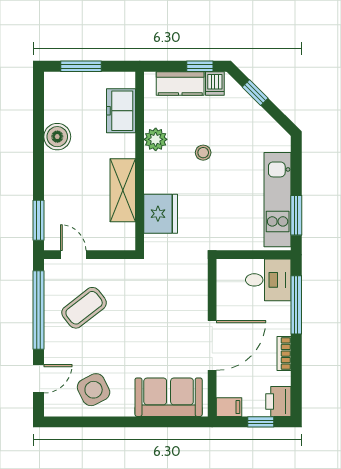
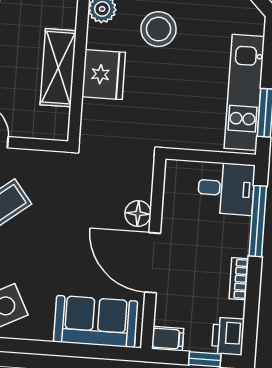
stool: (203, 153) -> (159, 29), width x1.89, depth x1.89
fridge: (161, 214) -> (104, 75), moved
floor lamp: (197, 306) -> (138, 214), added
door: (212, 345) -> (153, 263), swing flipped

